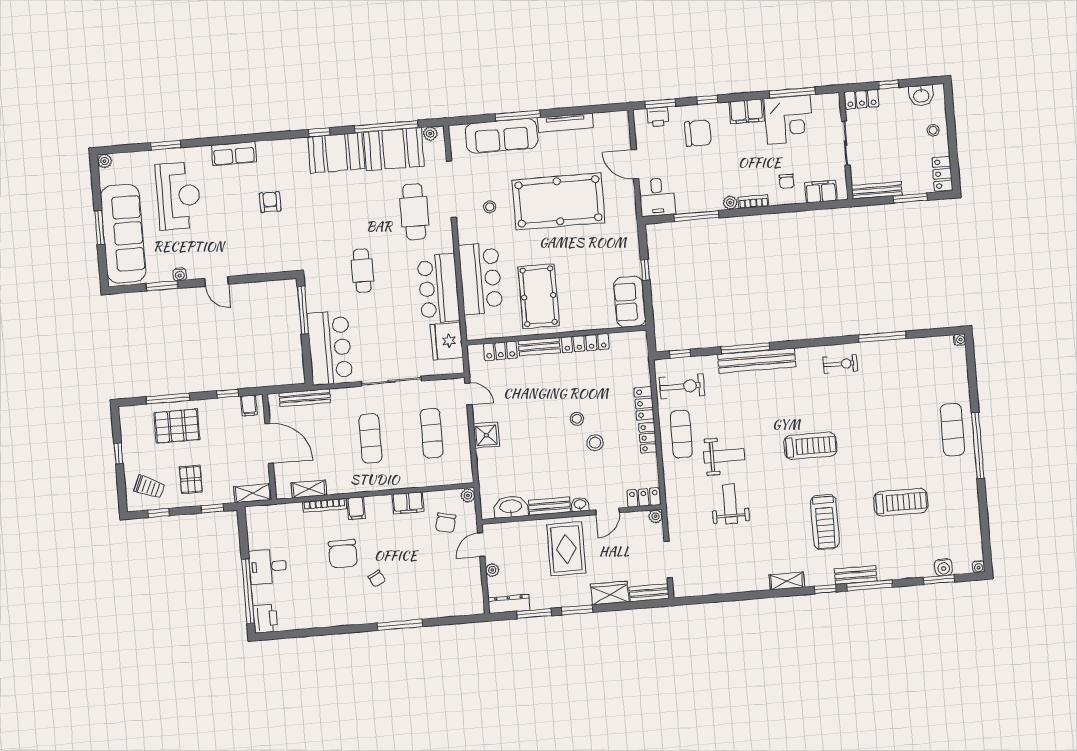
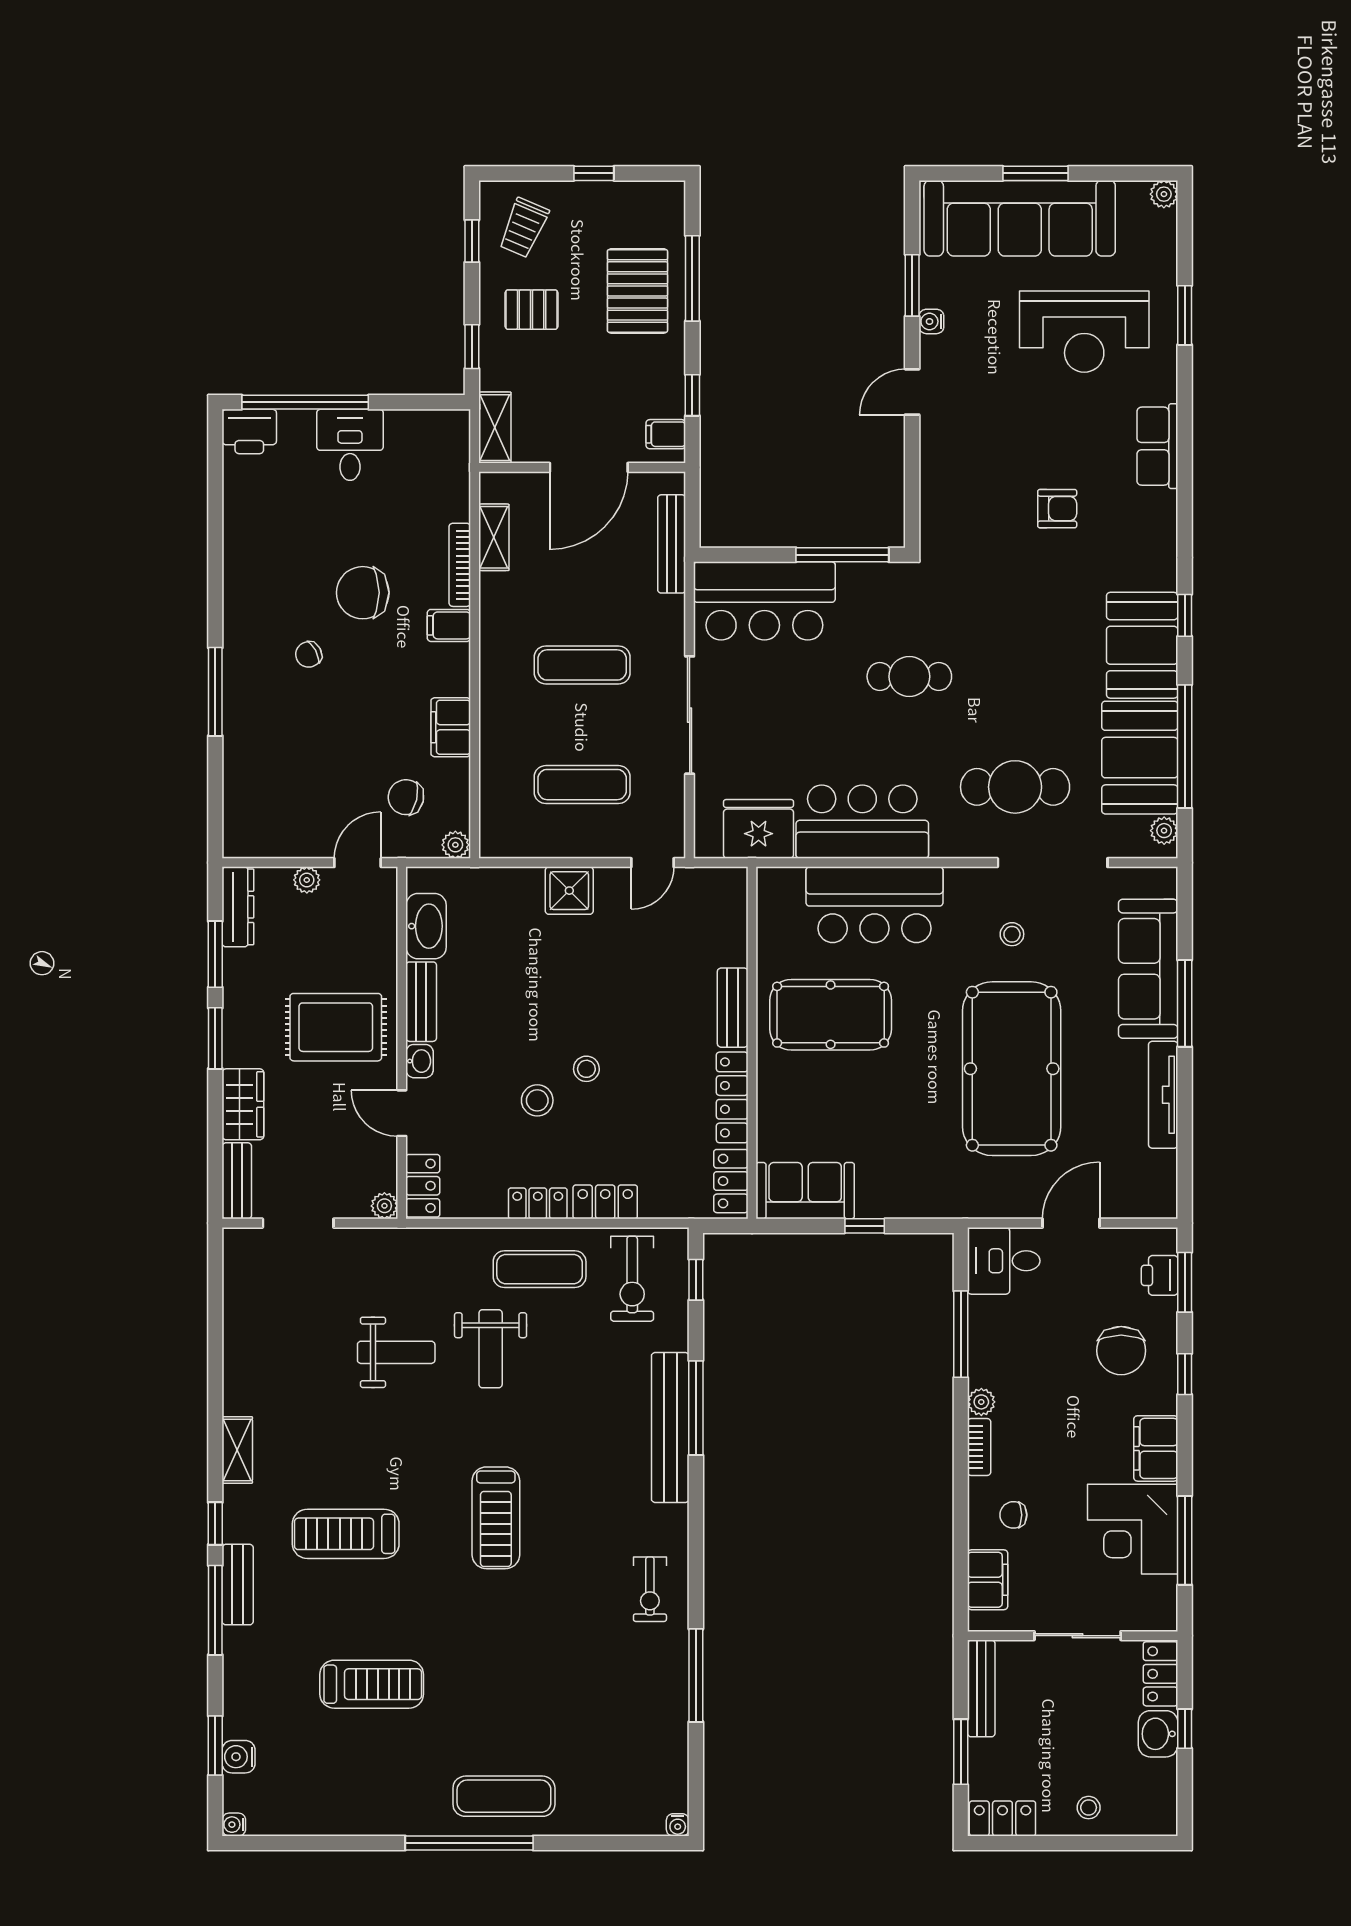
washbasin: (921, 95) -> (1158, 1734), moved
locker: (500, 351) -> (731, 1181), moved
treadmill: (901, 502) -> (372, 1684), turned -90
door: (481, 545) -> (358, 863), hinge flipped

